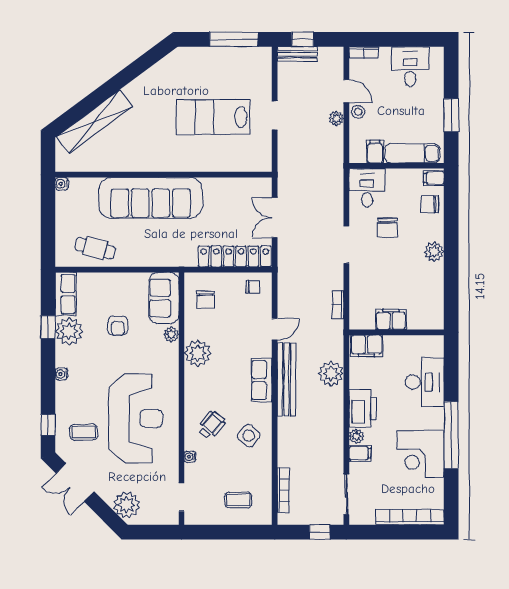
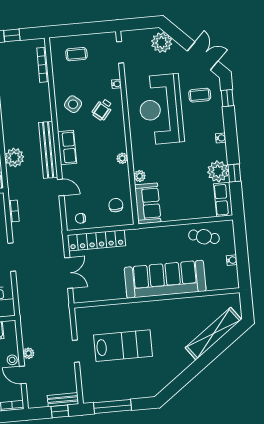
water cooler: (62, 184) -> (232, 260), moved
armchair: (118, 326) -> (181, 179), removed
door: (275, 329) -> (61, 187), swing flipped
plant: (198, 353) -> (122, 158), width x0.53, depth x0.53

